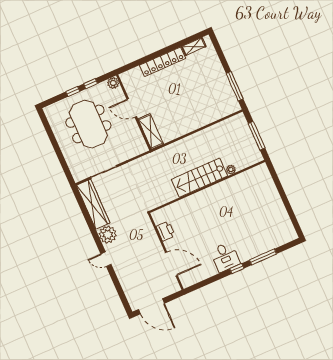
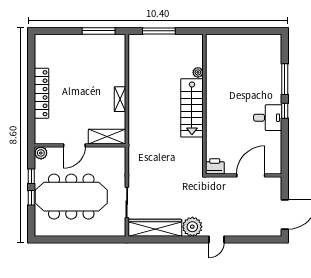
shelving: (194, 47) -> (120, 99), moved
meeting table: (88, 124) -> (71, 197), width x1.36
plant: (231, 170) -> (198, 72), moved
stairs: (199, 178) -> (192, 108), moved
wall: (207, 186) -> (204, 104), moved

